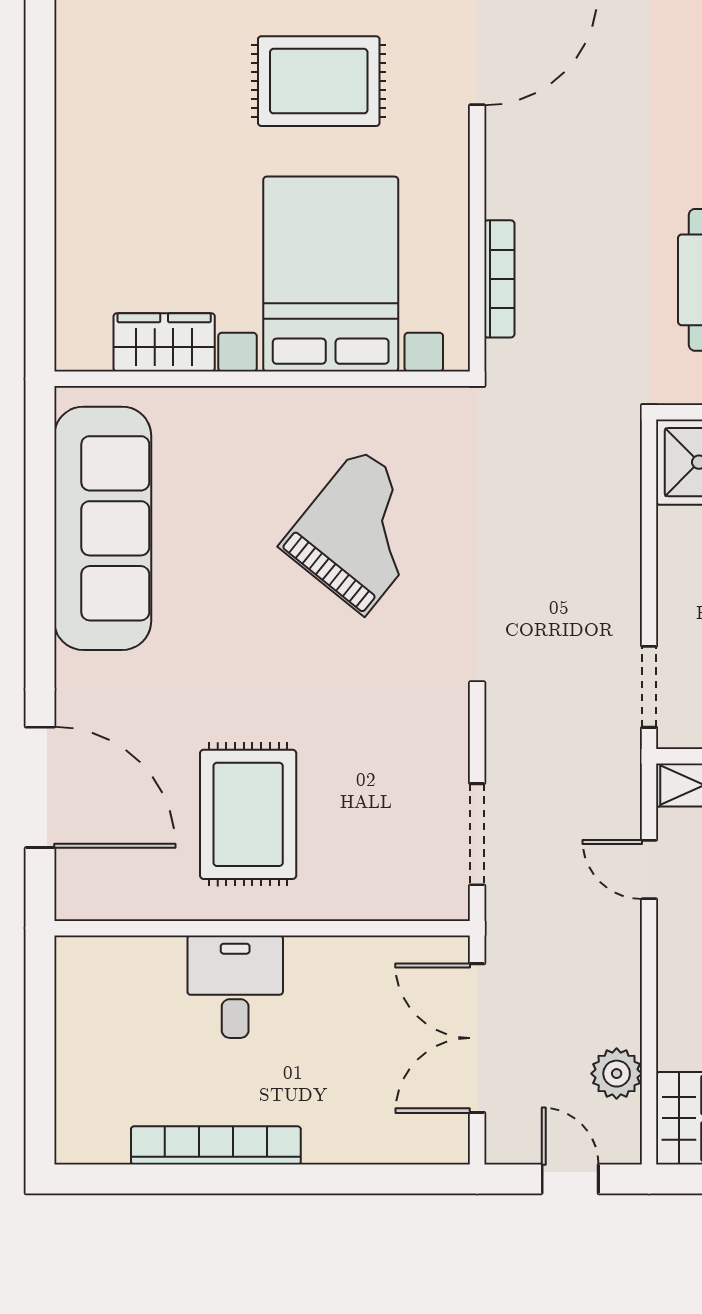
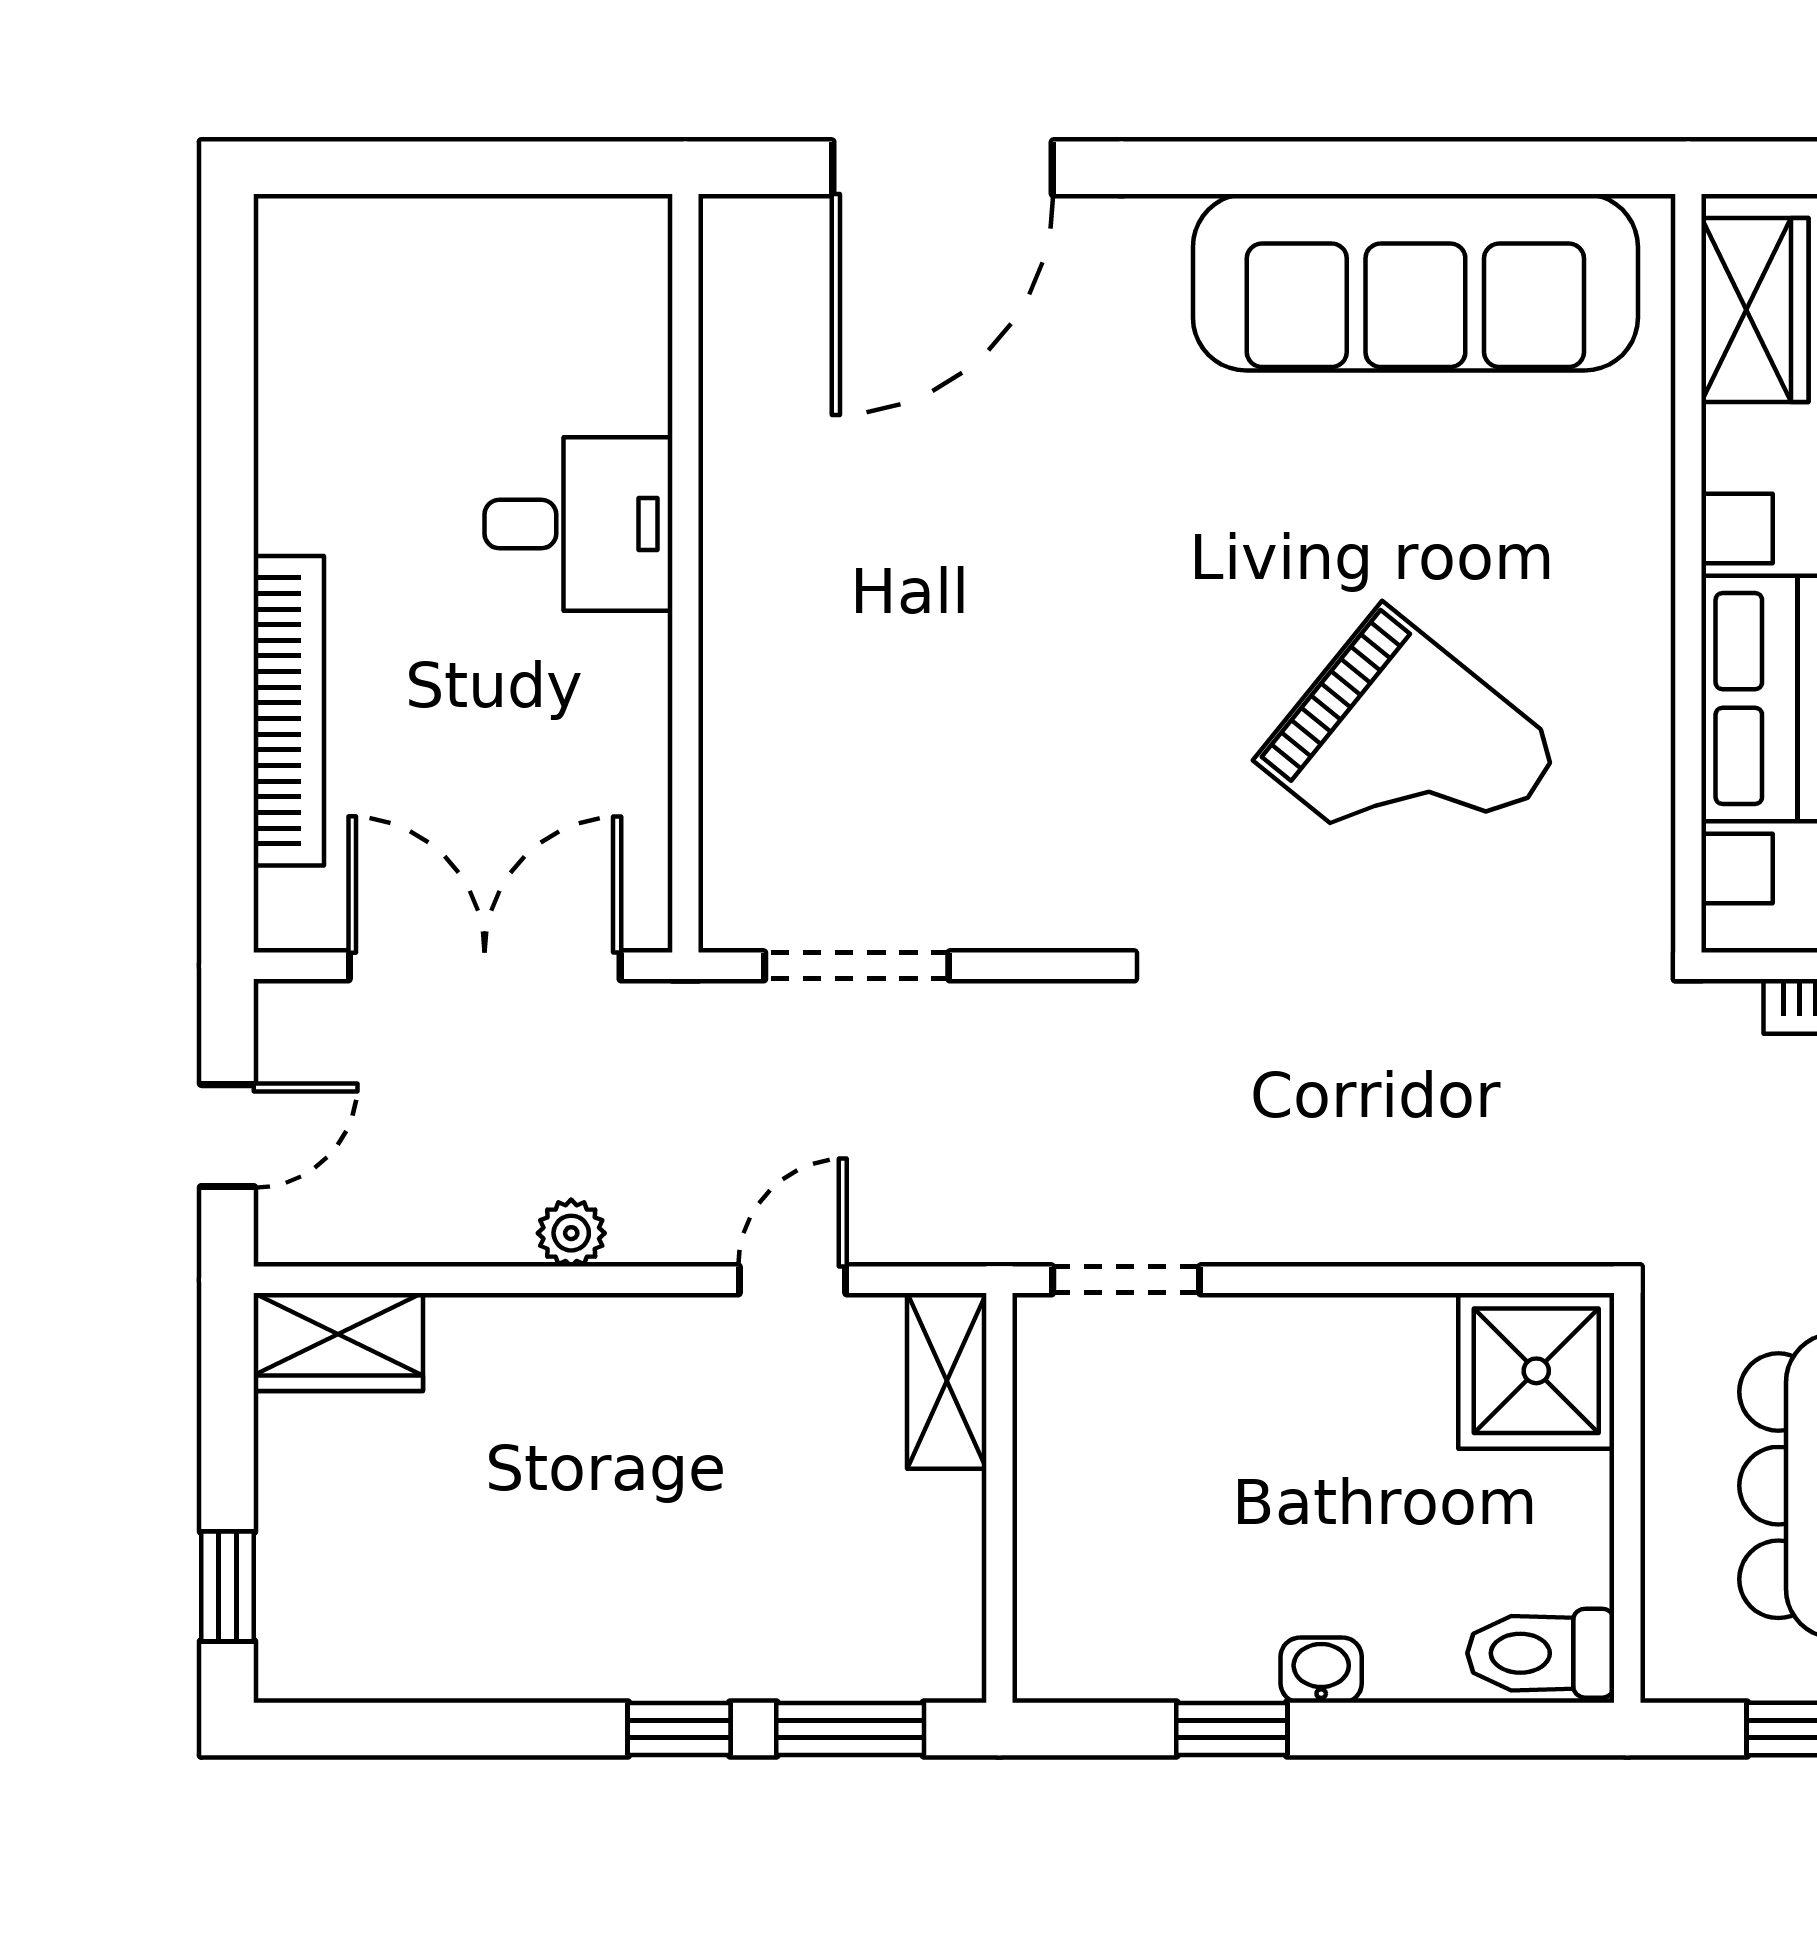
wardrobe: (164, 342) -> (1755, 310), moved
rug: (248, 814) -> (893, 548), removed
plant: (617, 1074) -> (571, 1233), moved, width x0.73, depth x0.73
bookcase: (216, 1145) -> (289, 711), moved

